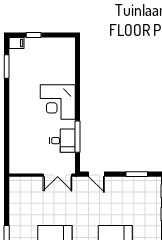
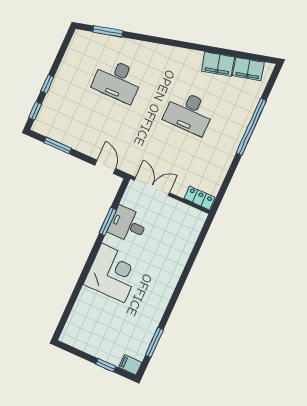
window: (78, 137) -> (108, 221), width x0.69
locker: (21, 182) -> (199, 198), added

